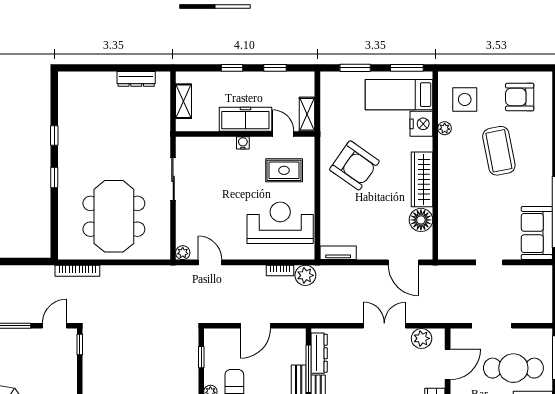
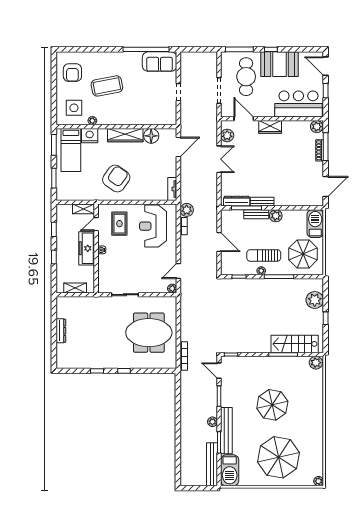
dresser: (136, 79) -> (61, 331), moved
double door: (384, 326) -> (219, 159), swing flipped

